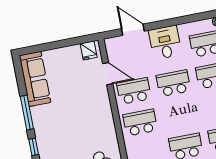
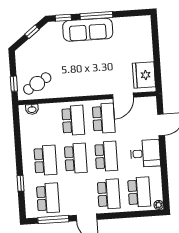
fridge: (89, 50) -> (144, 75), width x1.88, depth x1.34
sofa: (35, 79) -> (88, 30), moved
school desk: (180, 115) -> (76, 158), added

